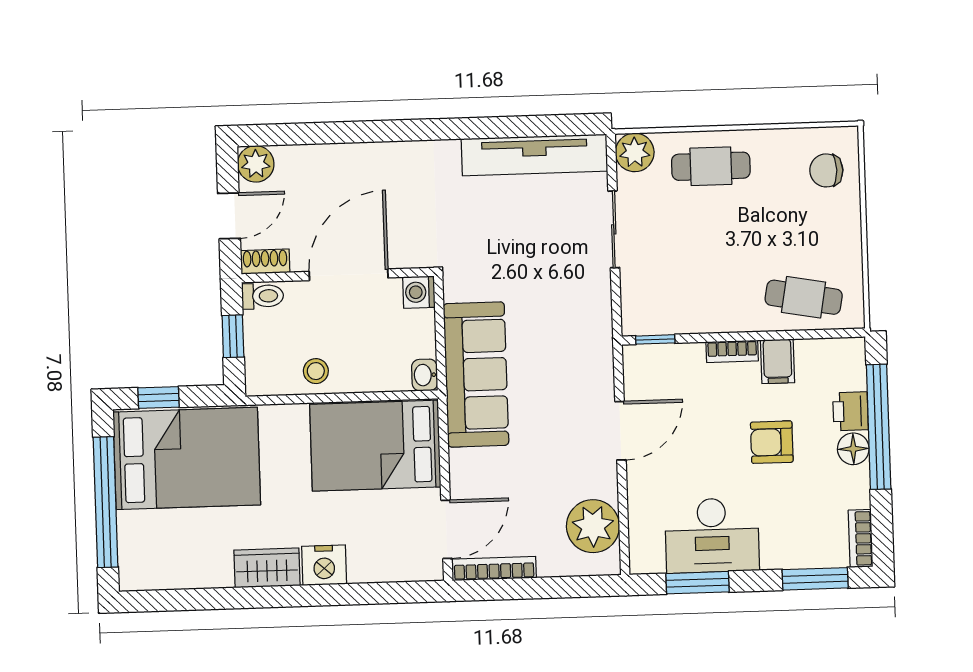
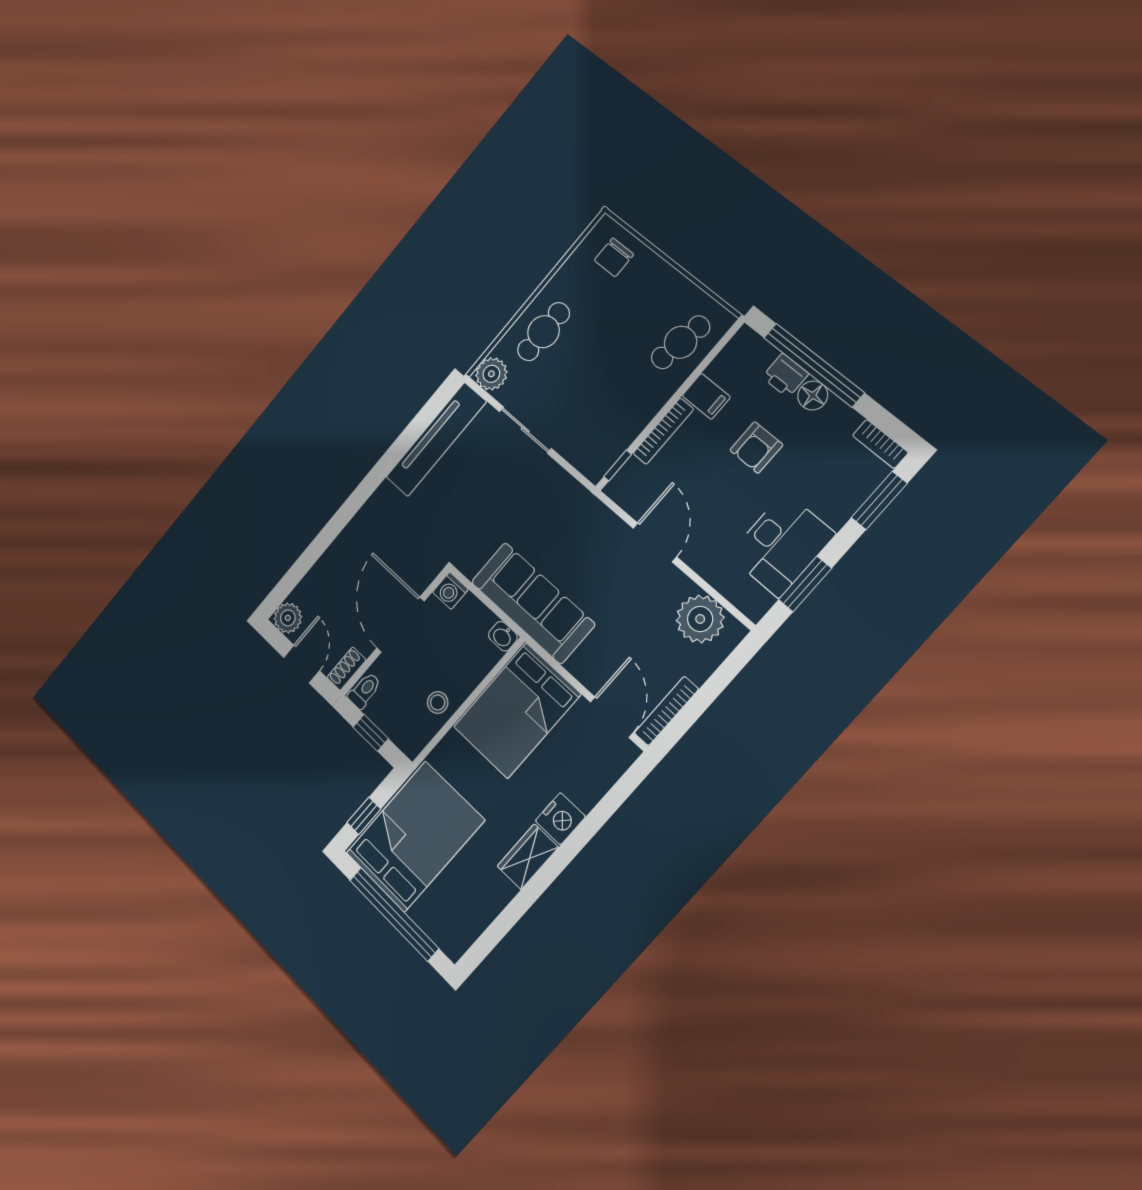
bookcase: (732, 351) -> (663, 431), width x1.56

